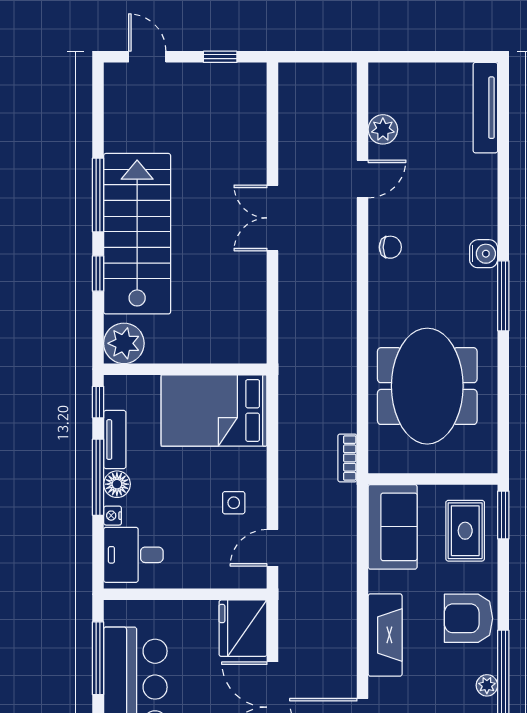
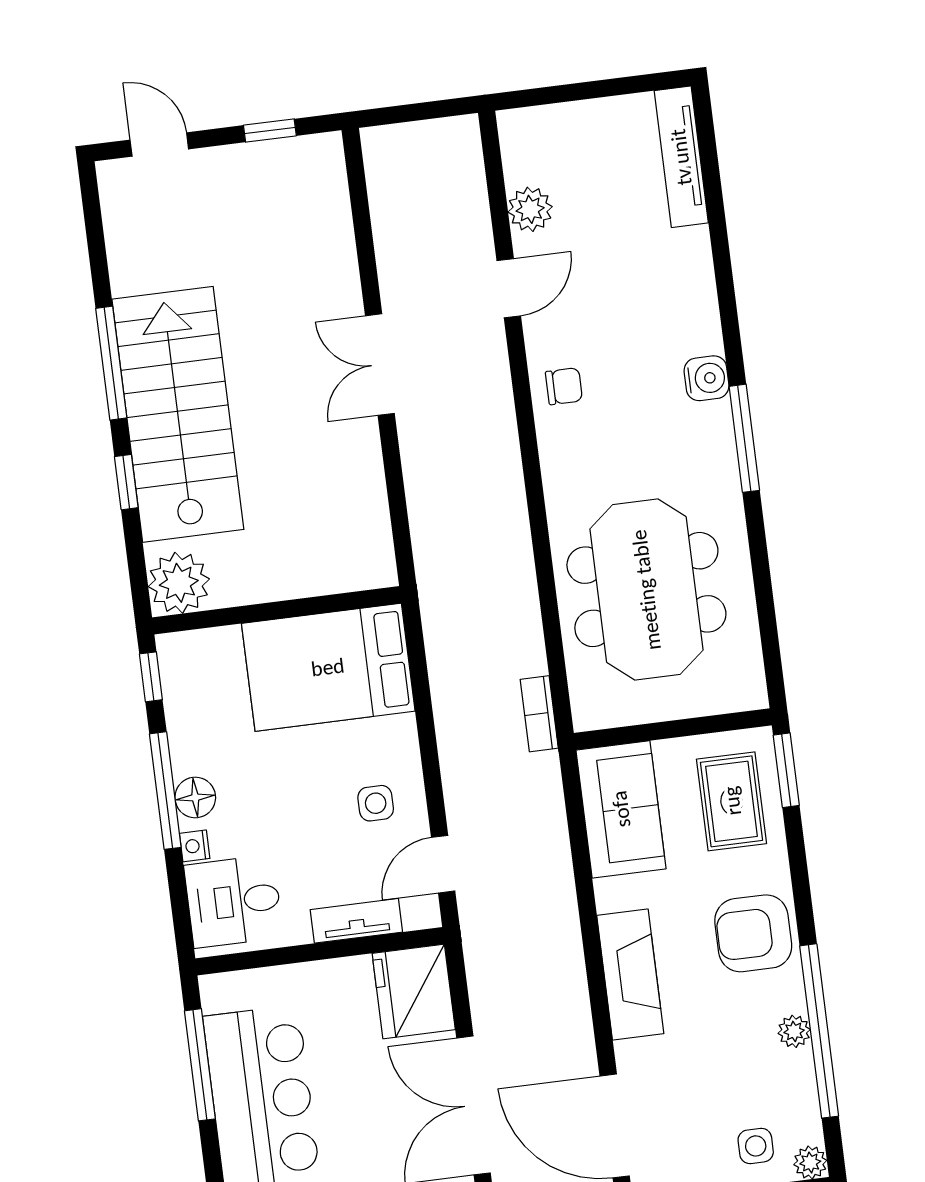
tv unit: (115, 440) -> (356, 921), moved, turned -90

